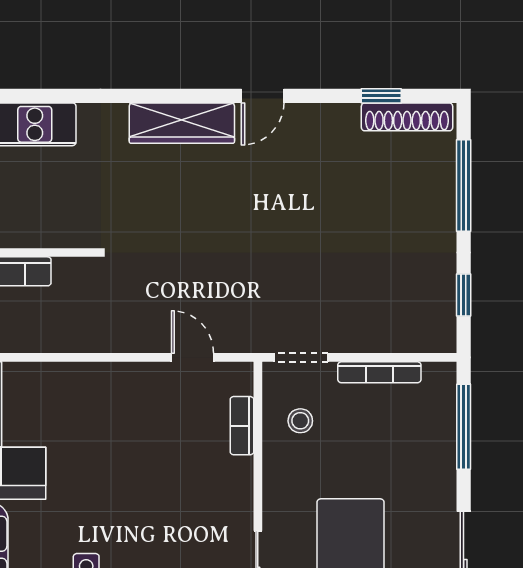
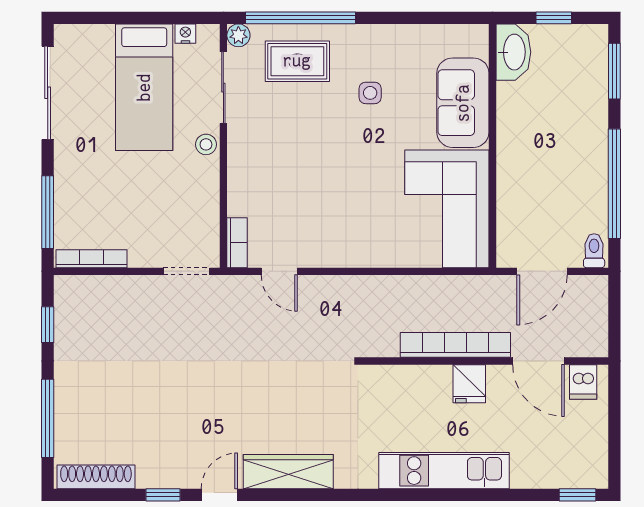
window: (381, 96) -> (163, 495), moved
bookcase: (379, 372) -> (92, 259), moved
stool: (300, 421) -> (206, 144), moved
bookcase: (242, 426) -> (237, 243), moved

